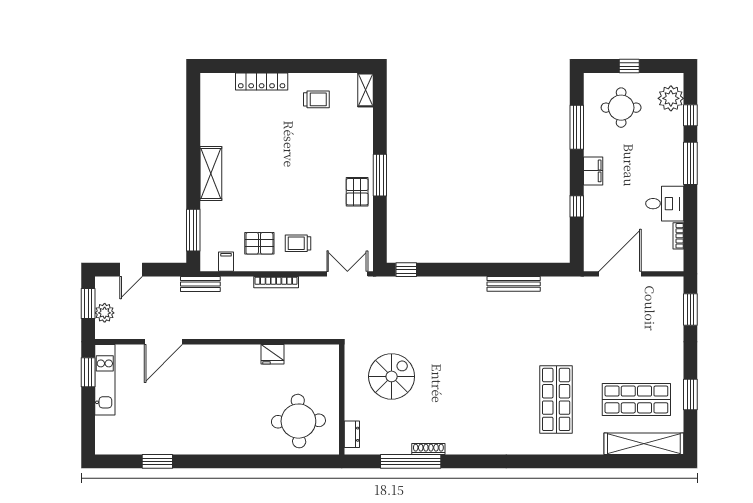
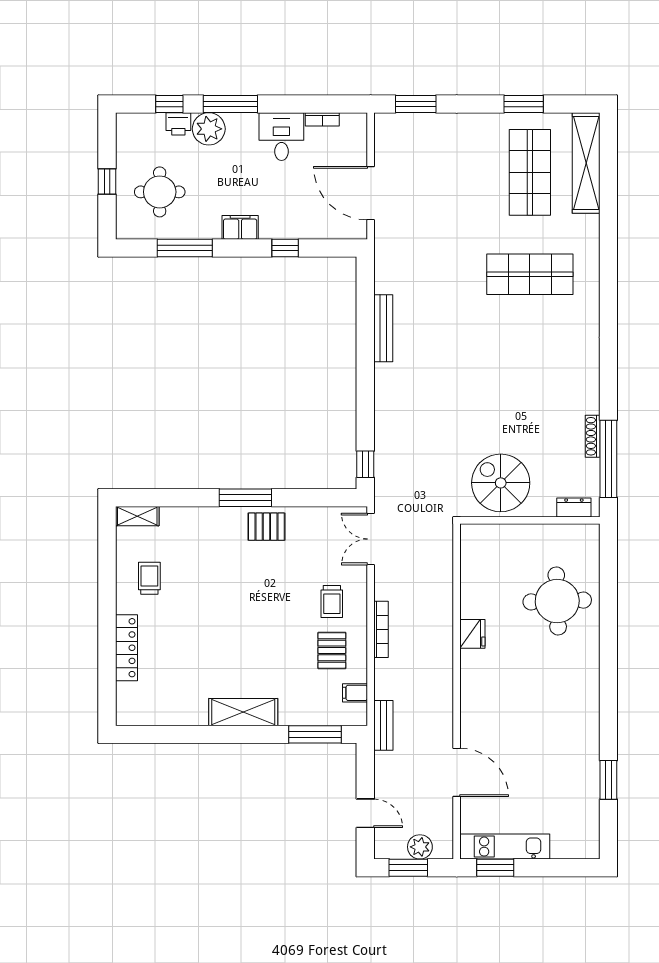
plant: (671, 98) -> (209, 129), moved
printer: (675, 122) -> (178, 124), added
wall: (342, 399) -> (530, 520), moved
dresser: (352, 434) -> (574, 508), moved

